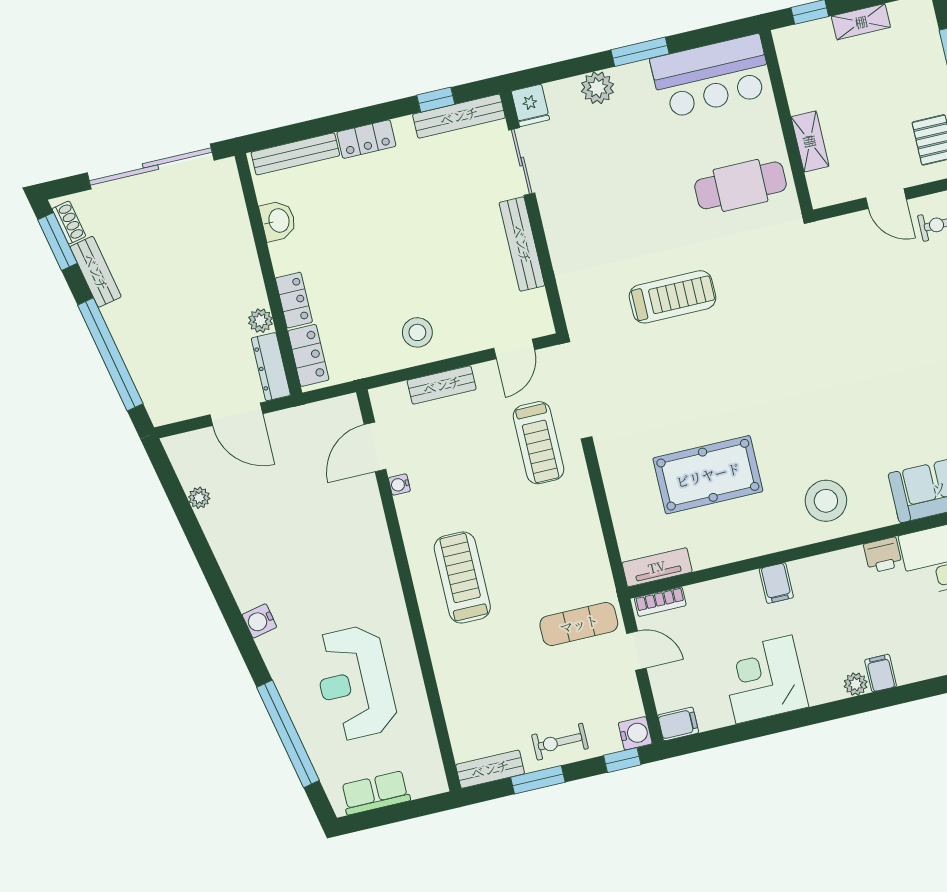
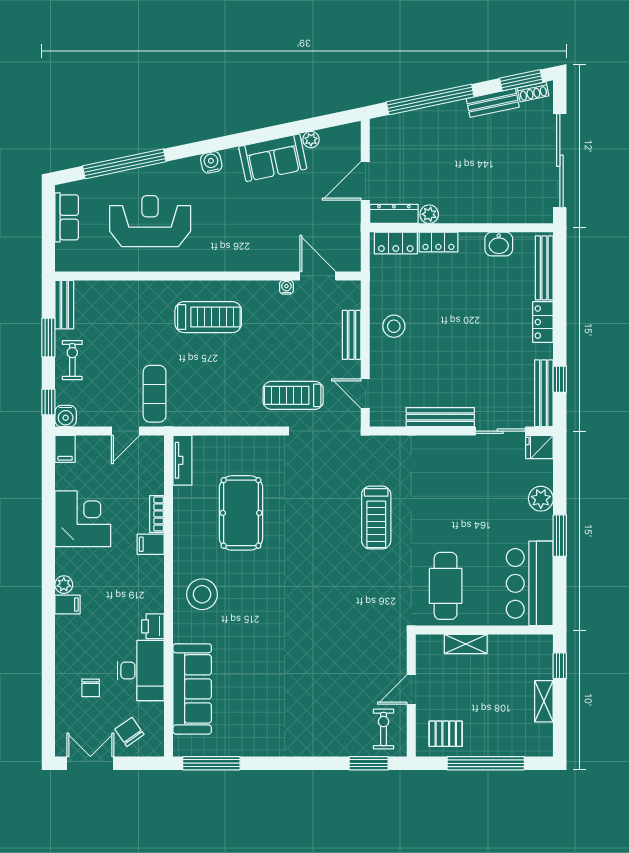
sofa: (235, 542) -> (273, 158), added
bookcase: (660, 602) -> (157, 514), moved

